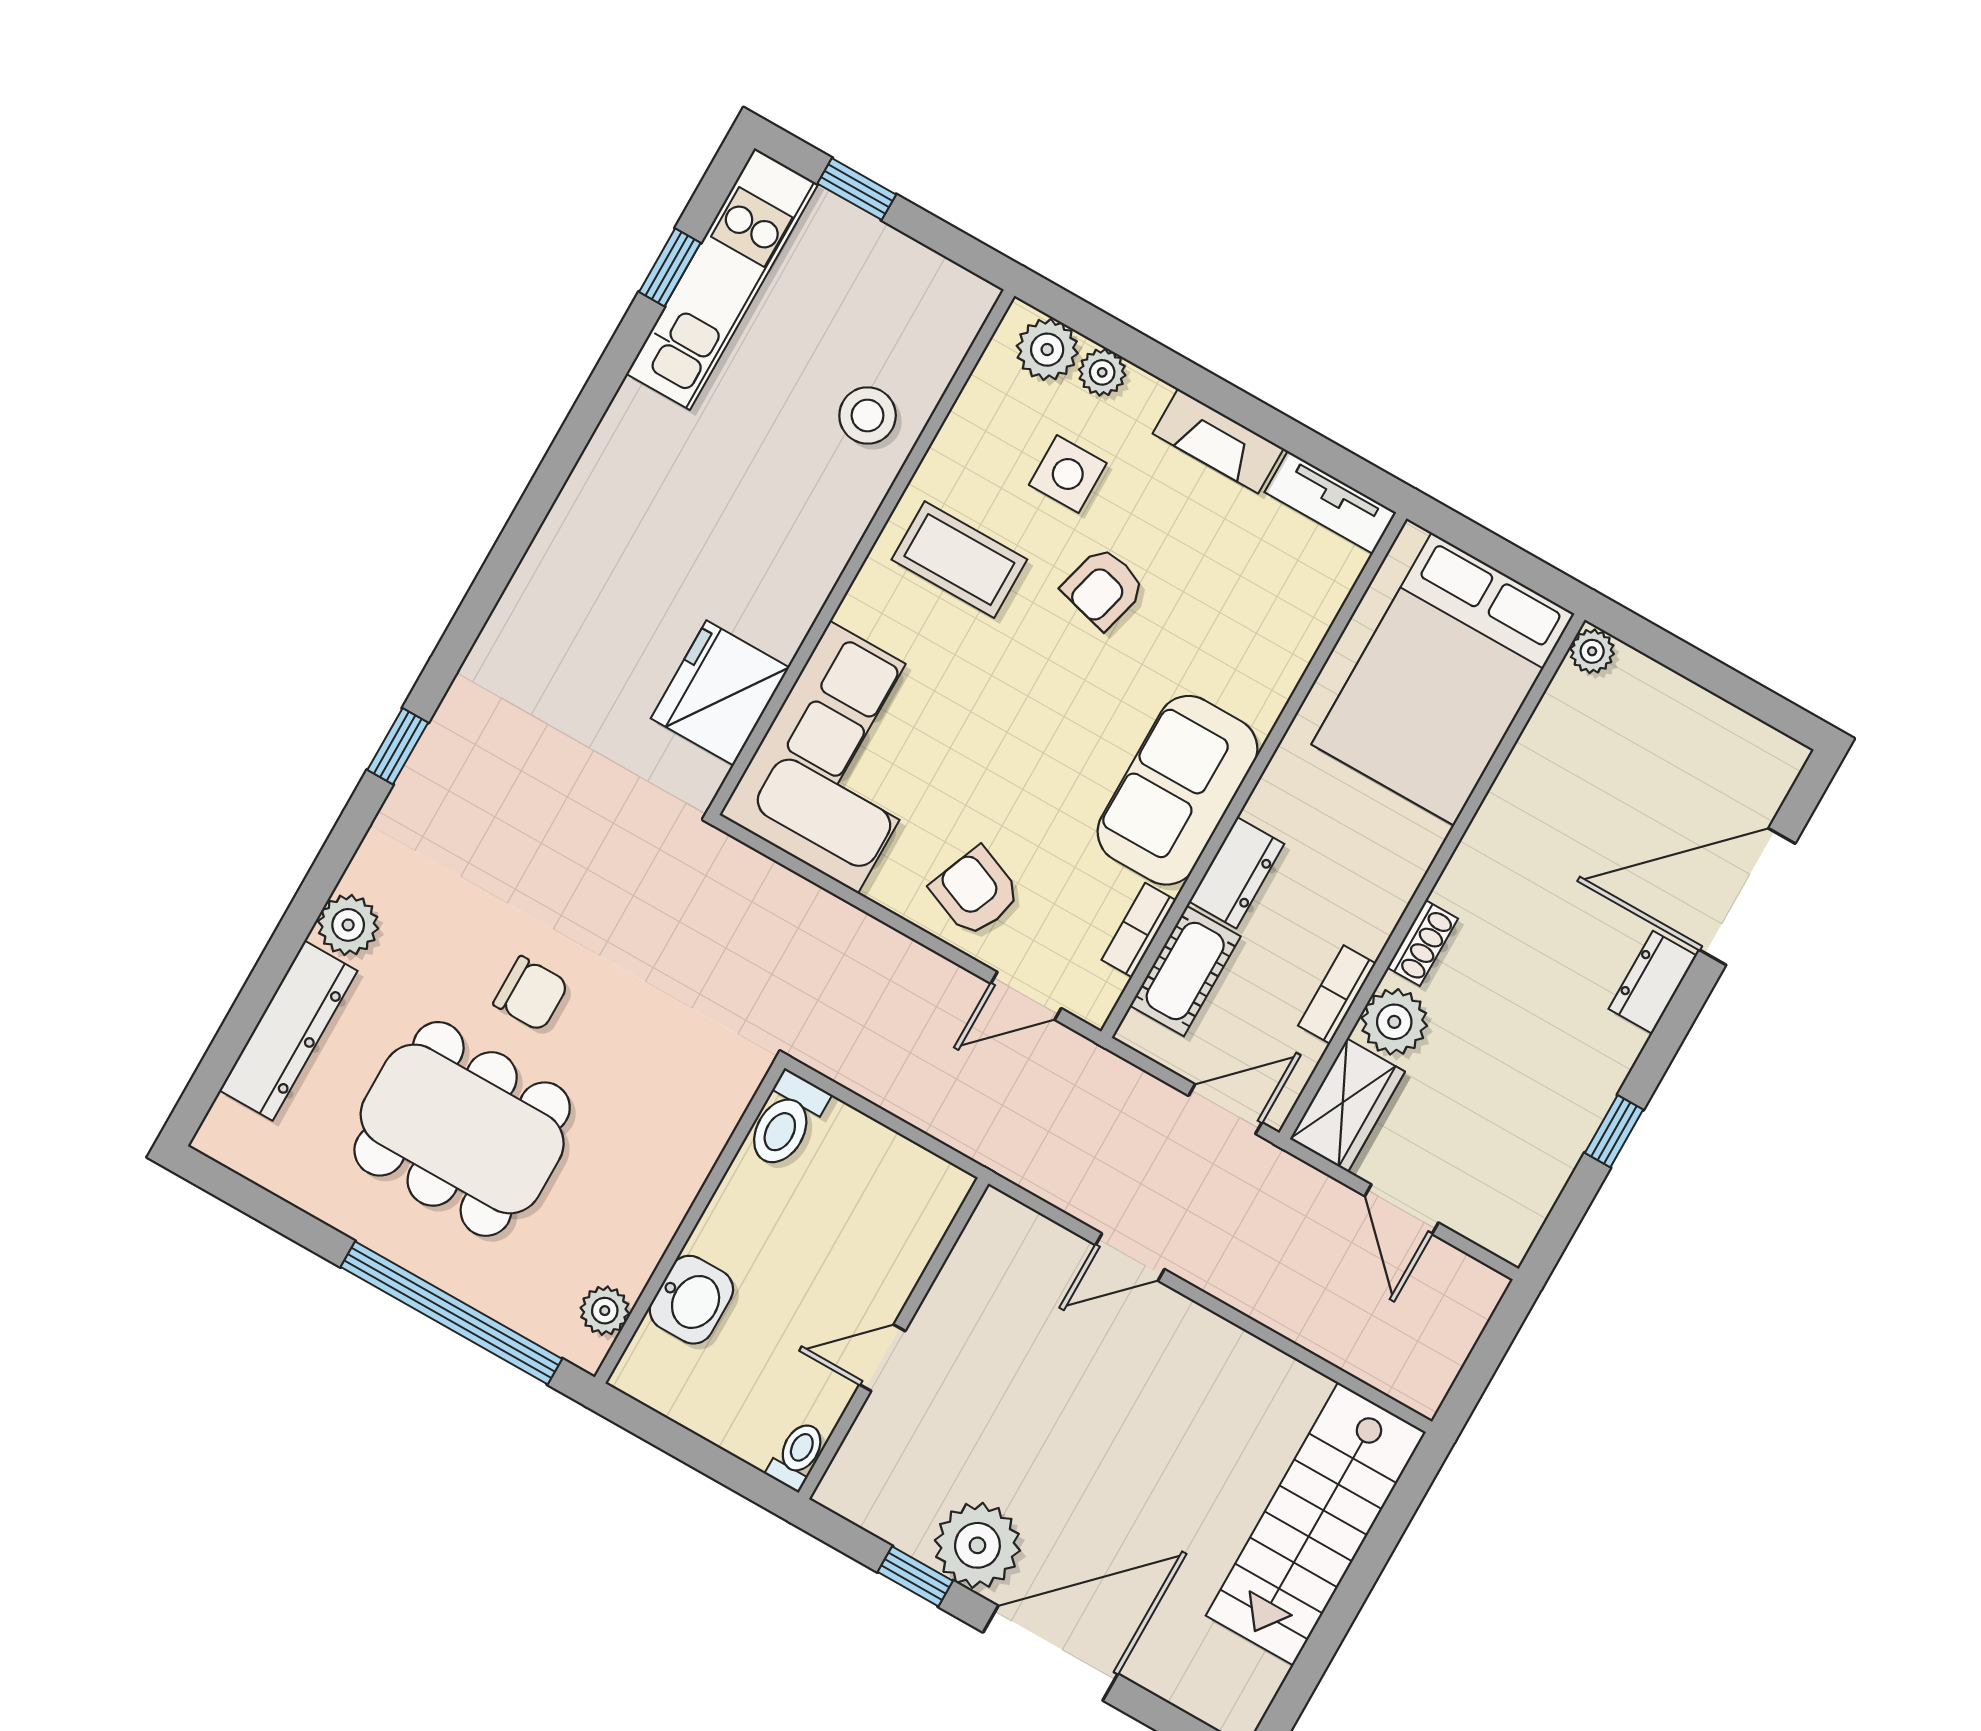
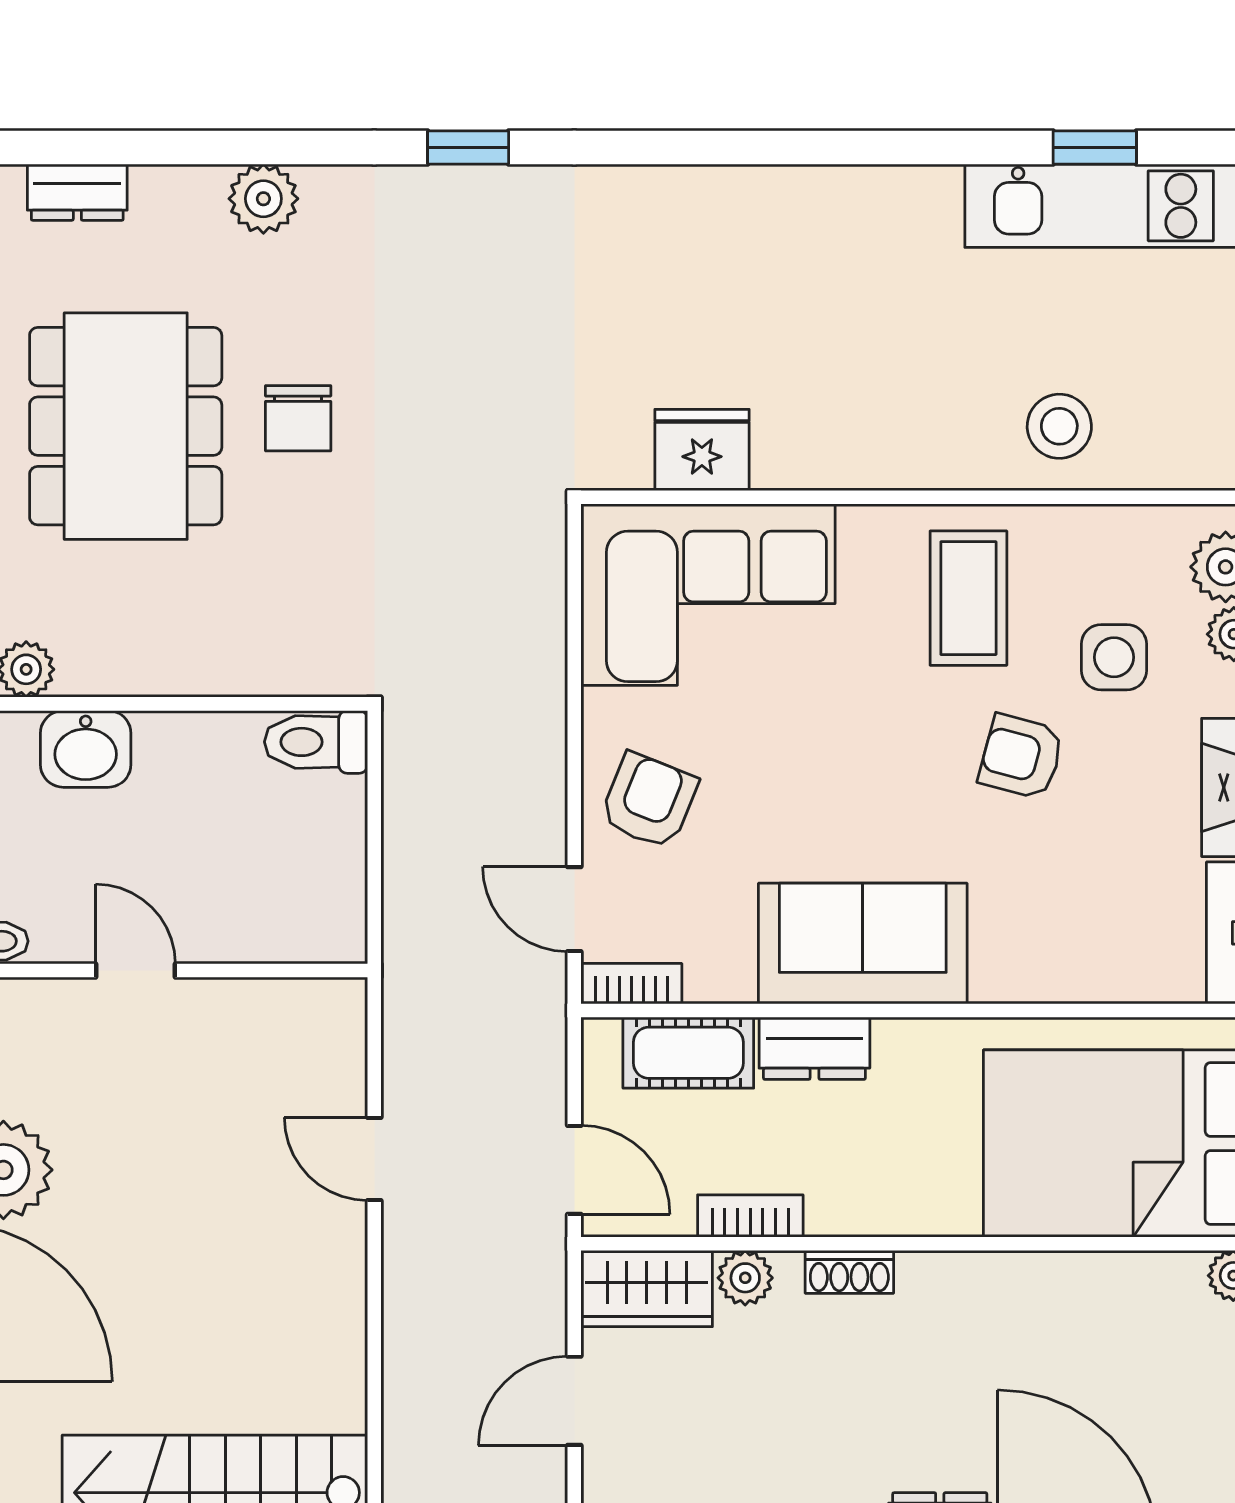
fridge: (720, 693) -> (702, 450), width x0.73, depth x0.75
bookcase: (1139, 930) -> (631, 984), moved
plant: (1394, 1022) -> (745, 1278), width x0.73, depth x0.73
dresser: (288, 1031) -> (77, 192), width x0.51, depth x0.80

